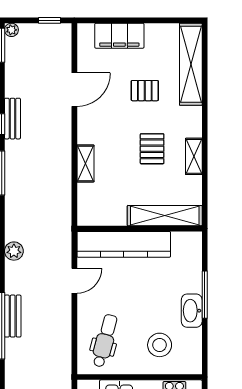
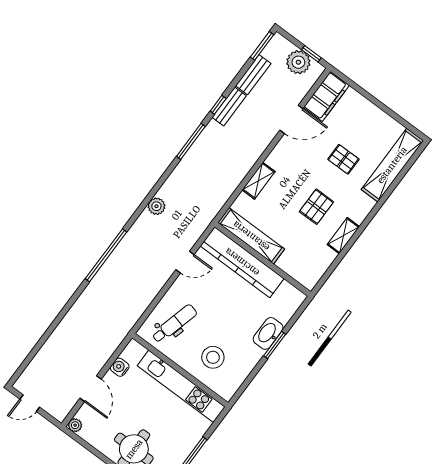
plant: (11, 30) -> (298, 62), moved, width x1.88, depth x1.88
filing cabinet: (119, 36) -> (326, 96), moved, turned -90
shelving: (165, 216) -> (251, 236), moved
window: (205, 295) -> (275, 345), width x0.69
washbasin: (192, 311) -> (268, 333), moved
bench: (13, 316) -> (253, 75), moved

